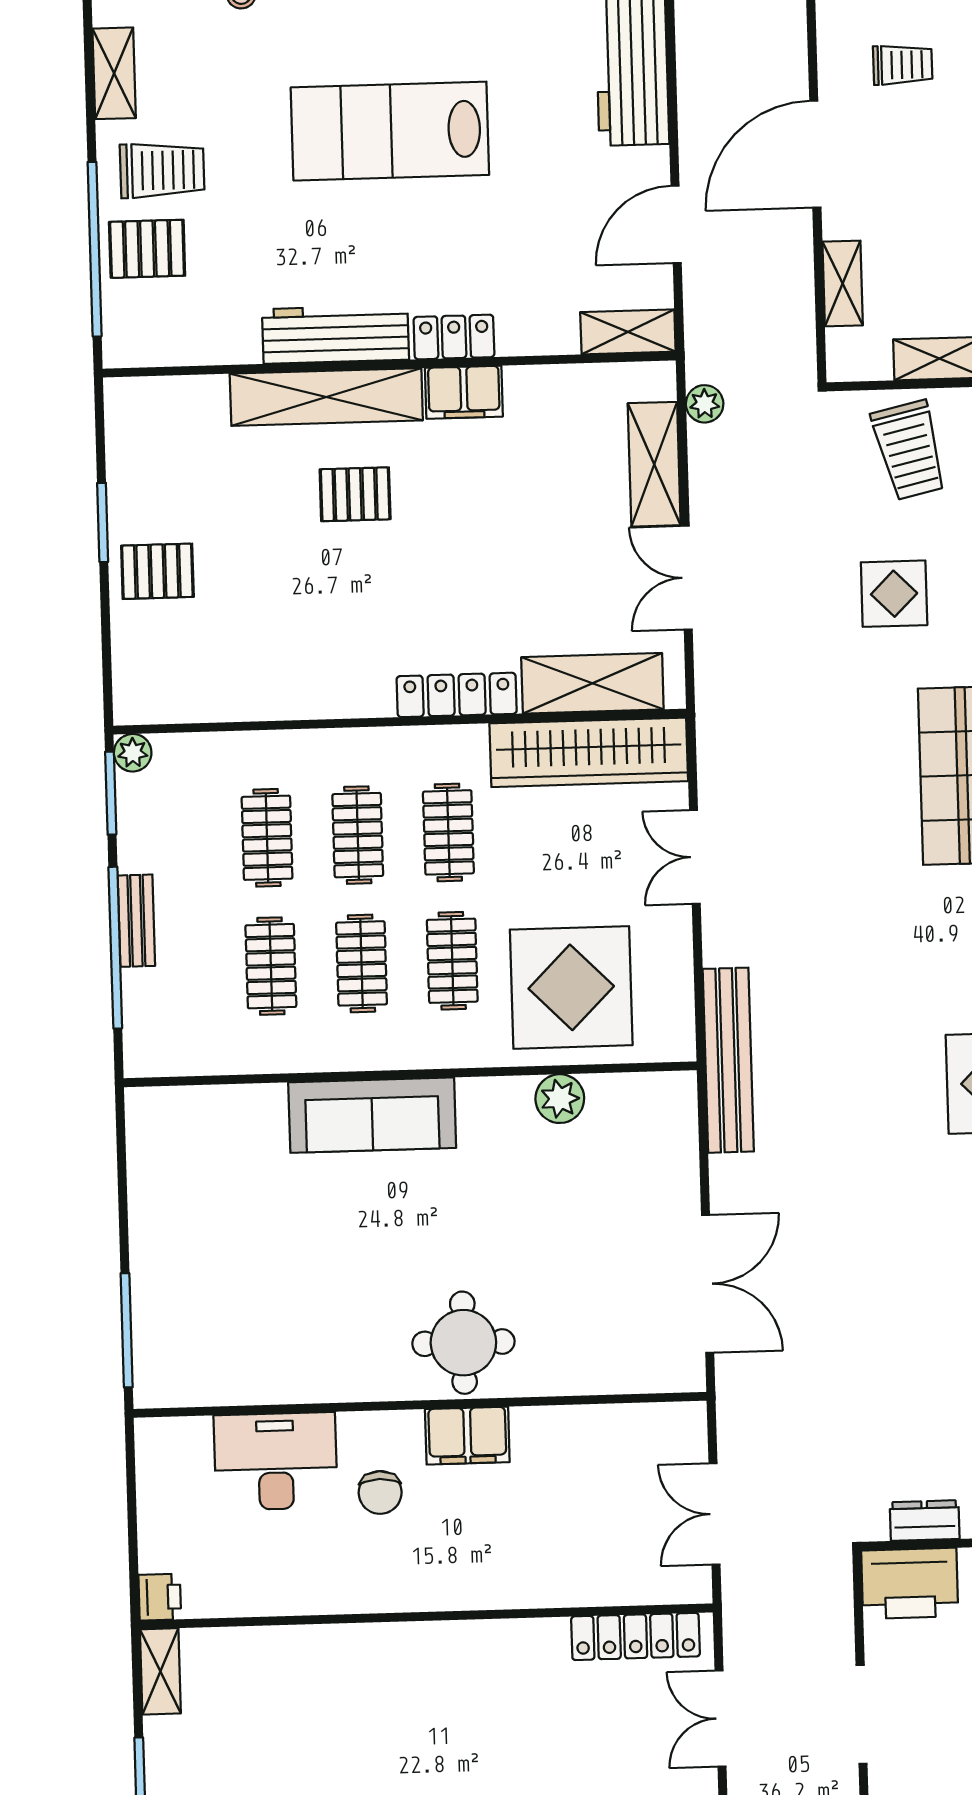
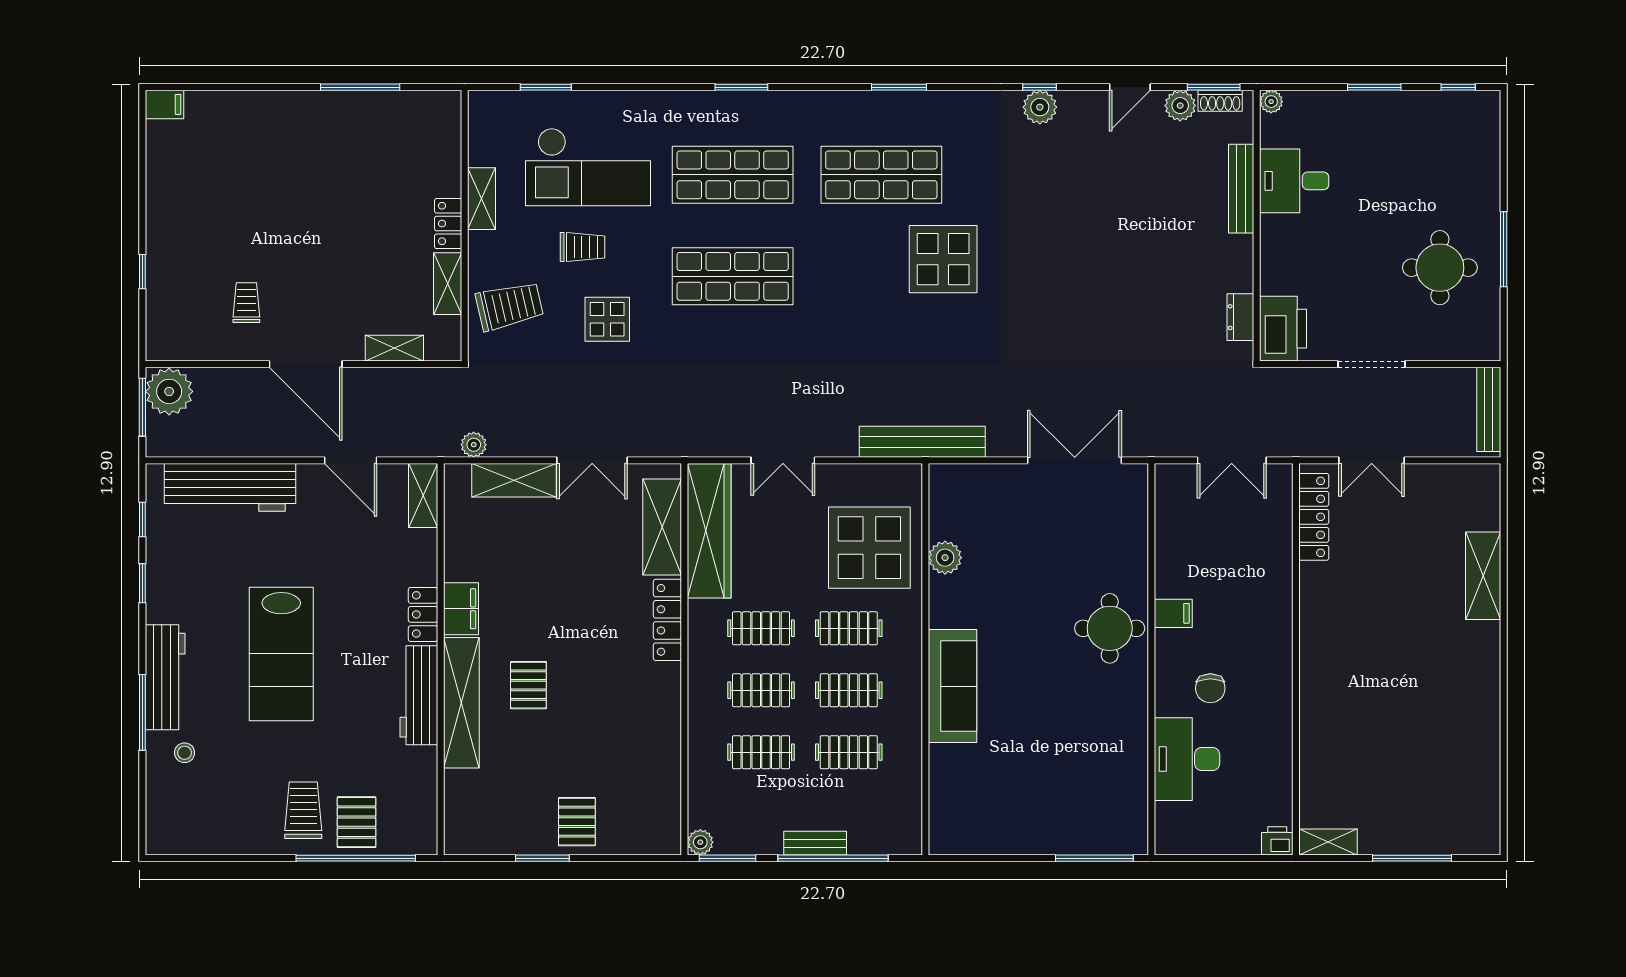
shelving: (114, 73) -> (236, 841), removed
filing cabinet: (467, 1436) -> (1173, 613), width x0.50
chair: (380, 1492) -> (1210, 688), turned 90

